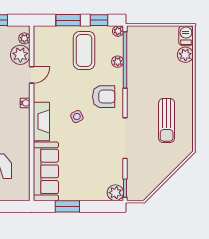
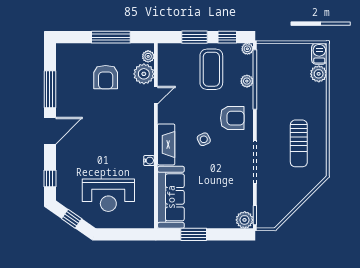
water cooler: (25, 103) -> (149, 161), moved

